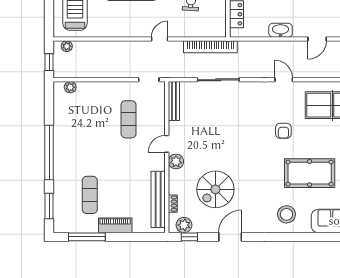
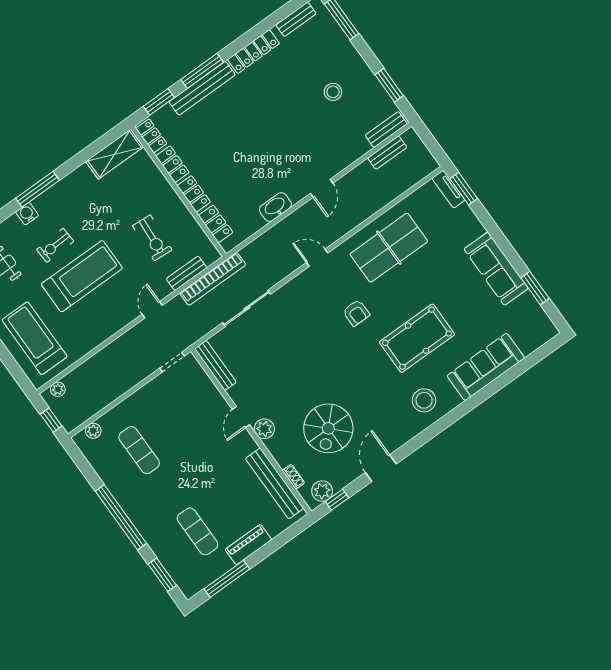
bench: (197, 32) -> (187, 273), added
exercise mat: (129, 119) -> (139, 450), moved

